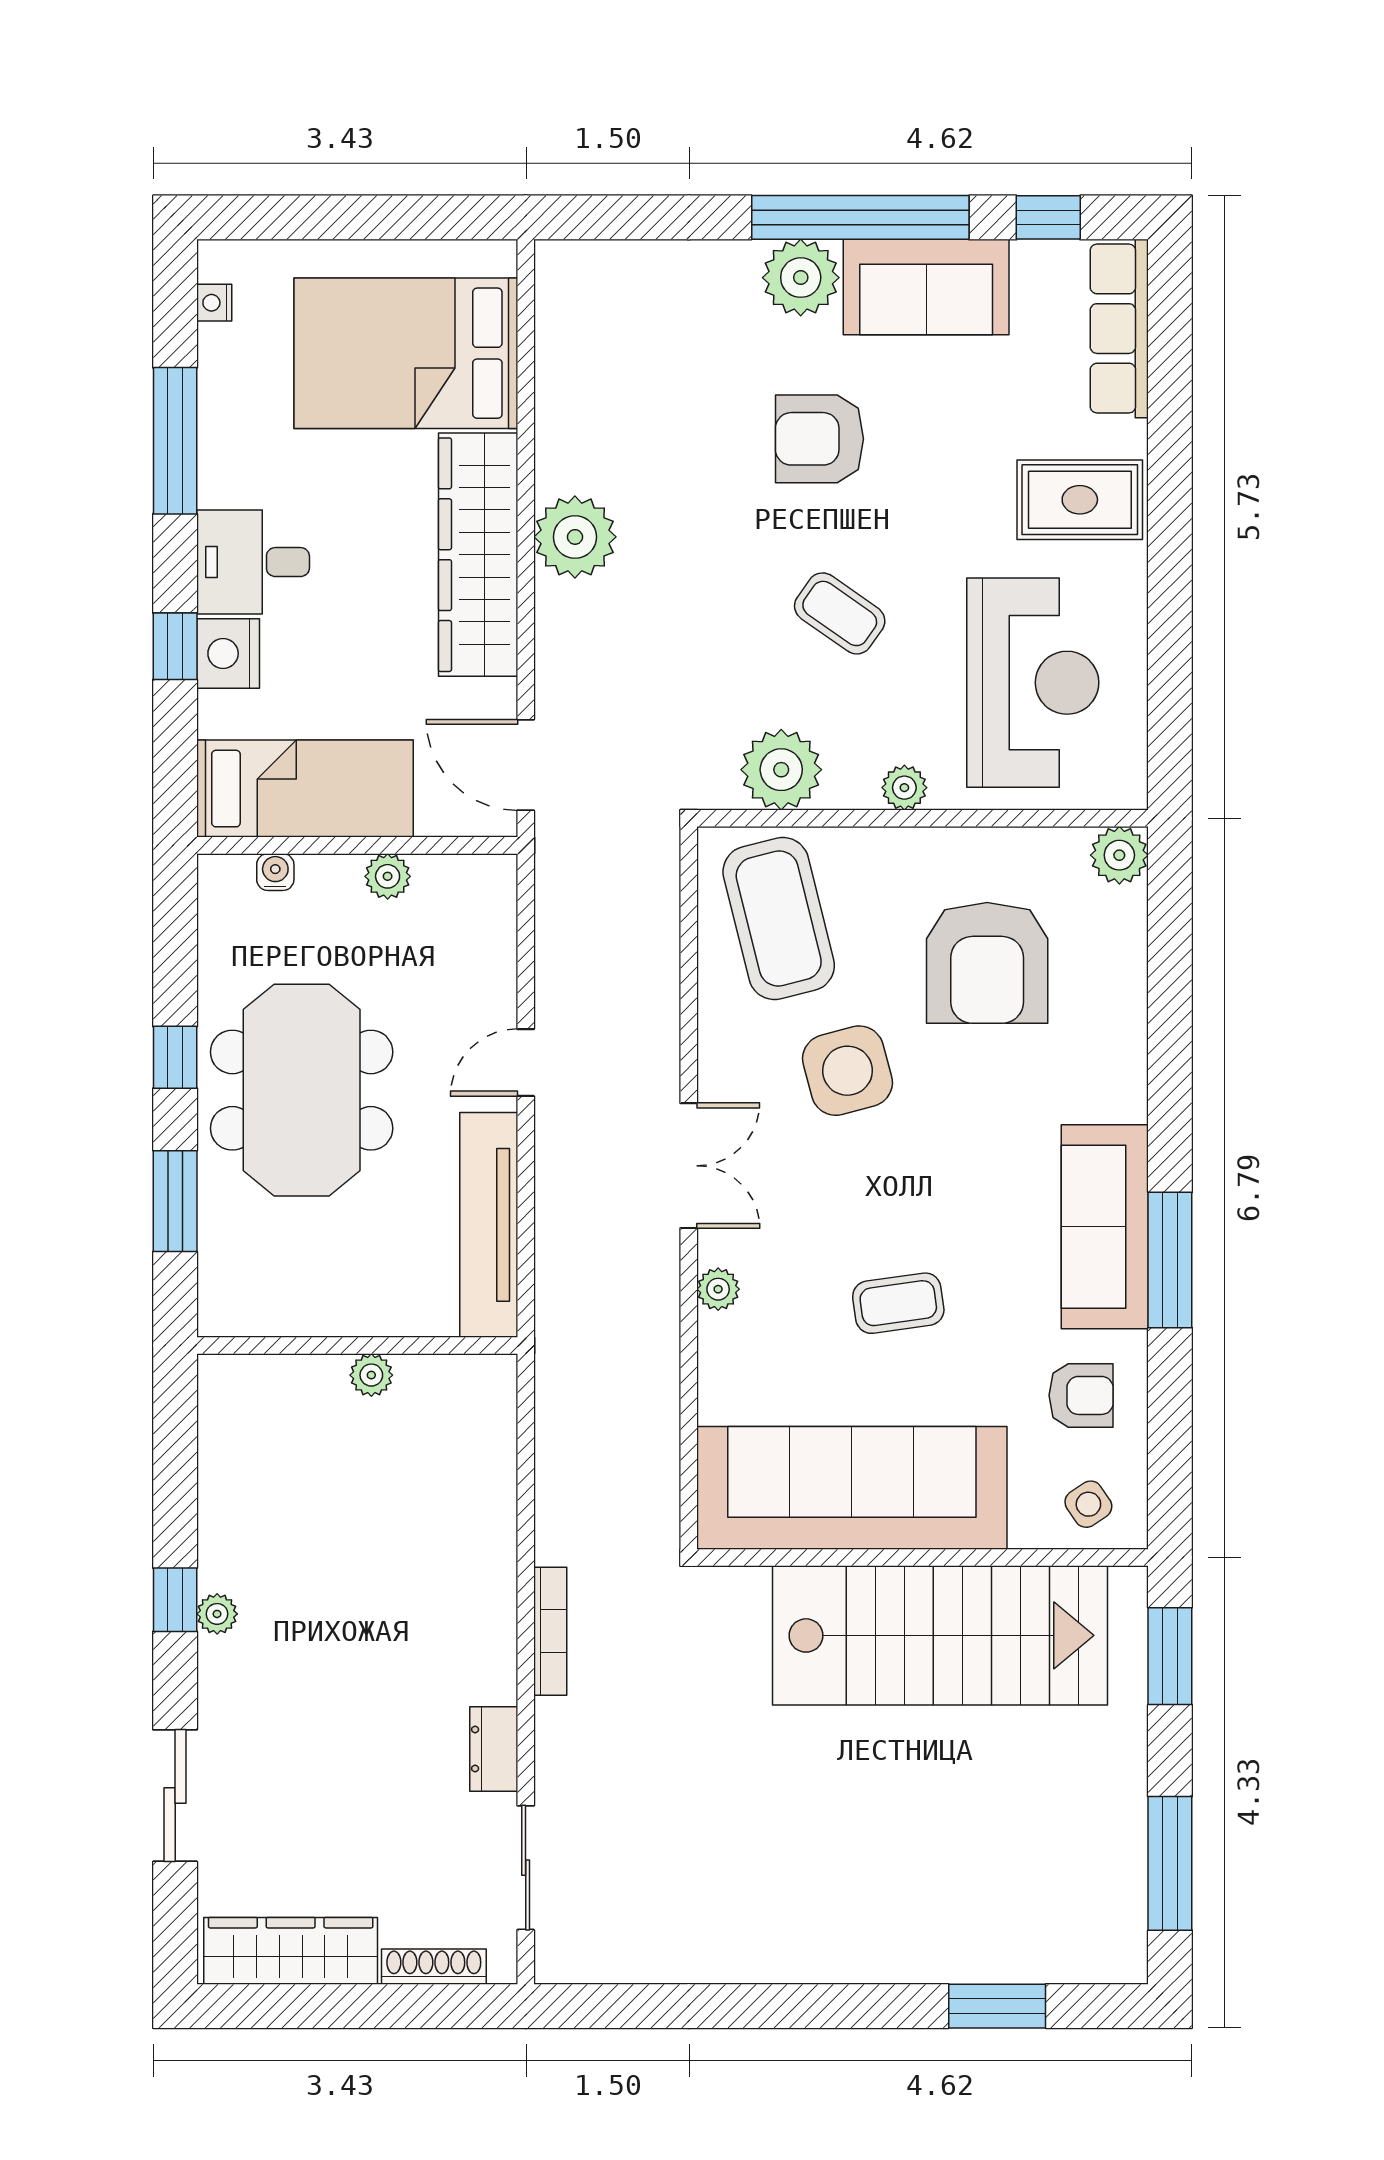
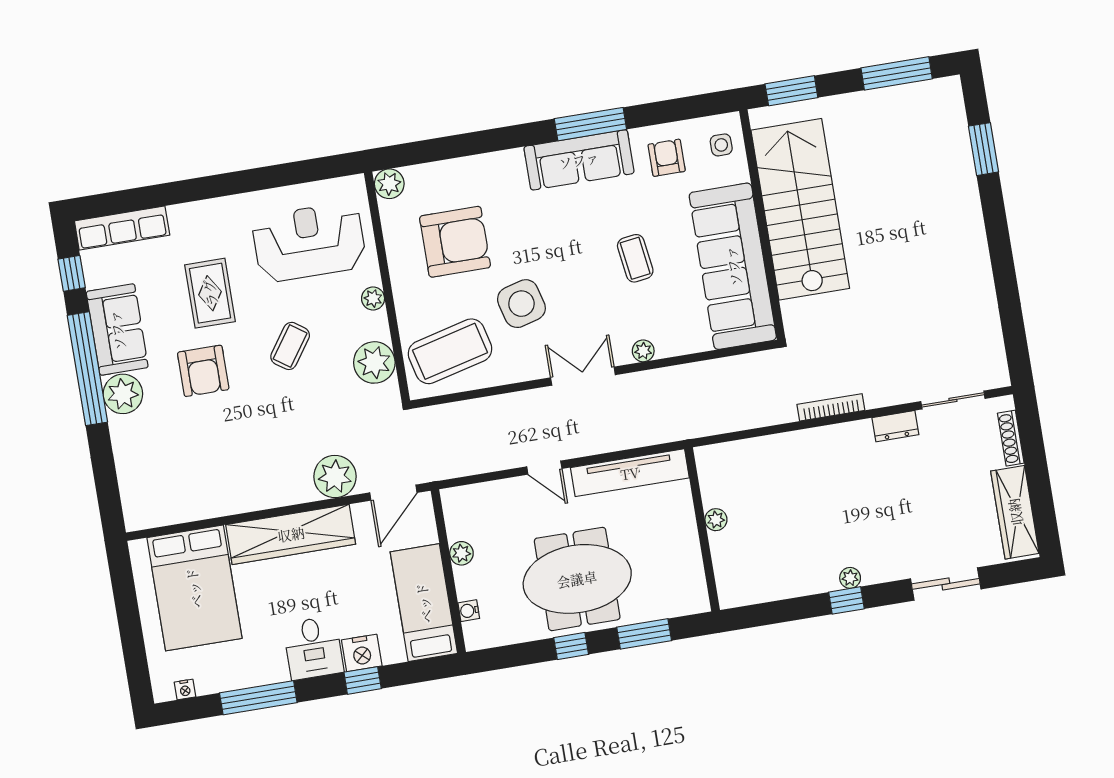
rug: (1080, 500) -> (210, 293), moved
plant: (575, 537) -> (335, 477), moved
side table: (1088, 1504) -> (721, 145), turned 34

